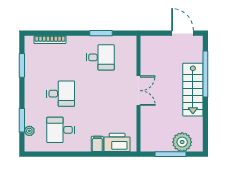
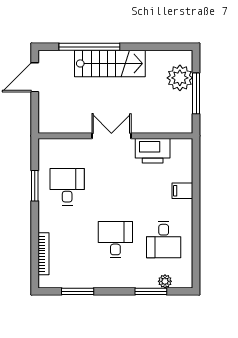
printer: (117, 142) -> (153, 151), moved, turned -90

